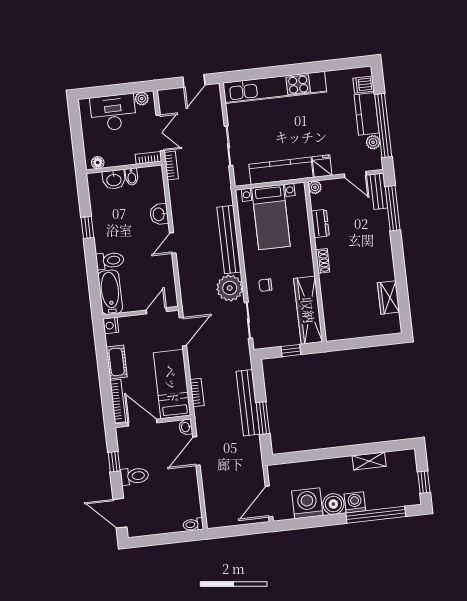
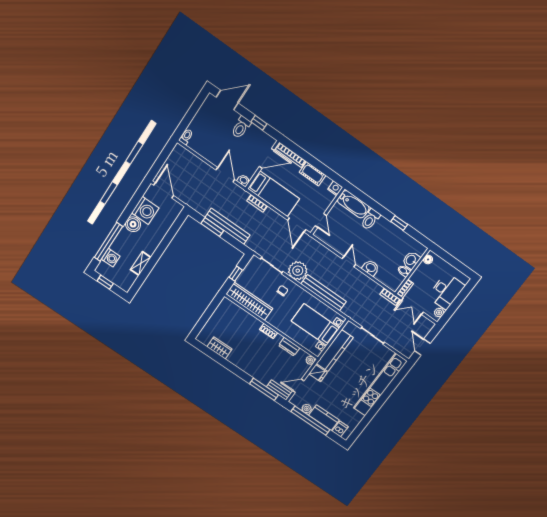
washing machine: (355, 502) -> (111, 258), moved

